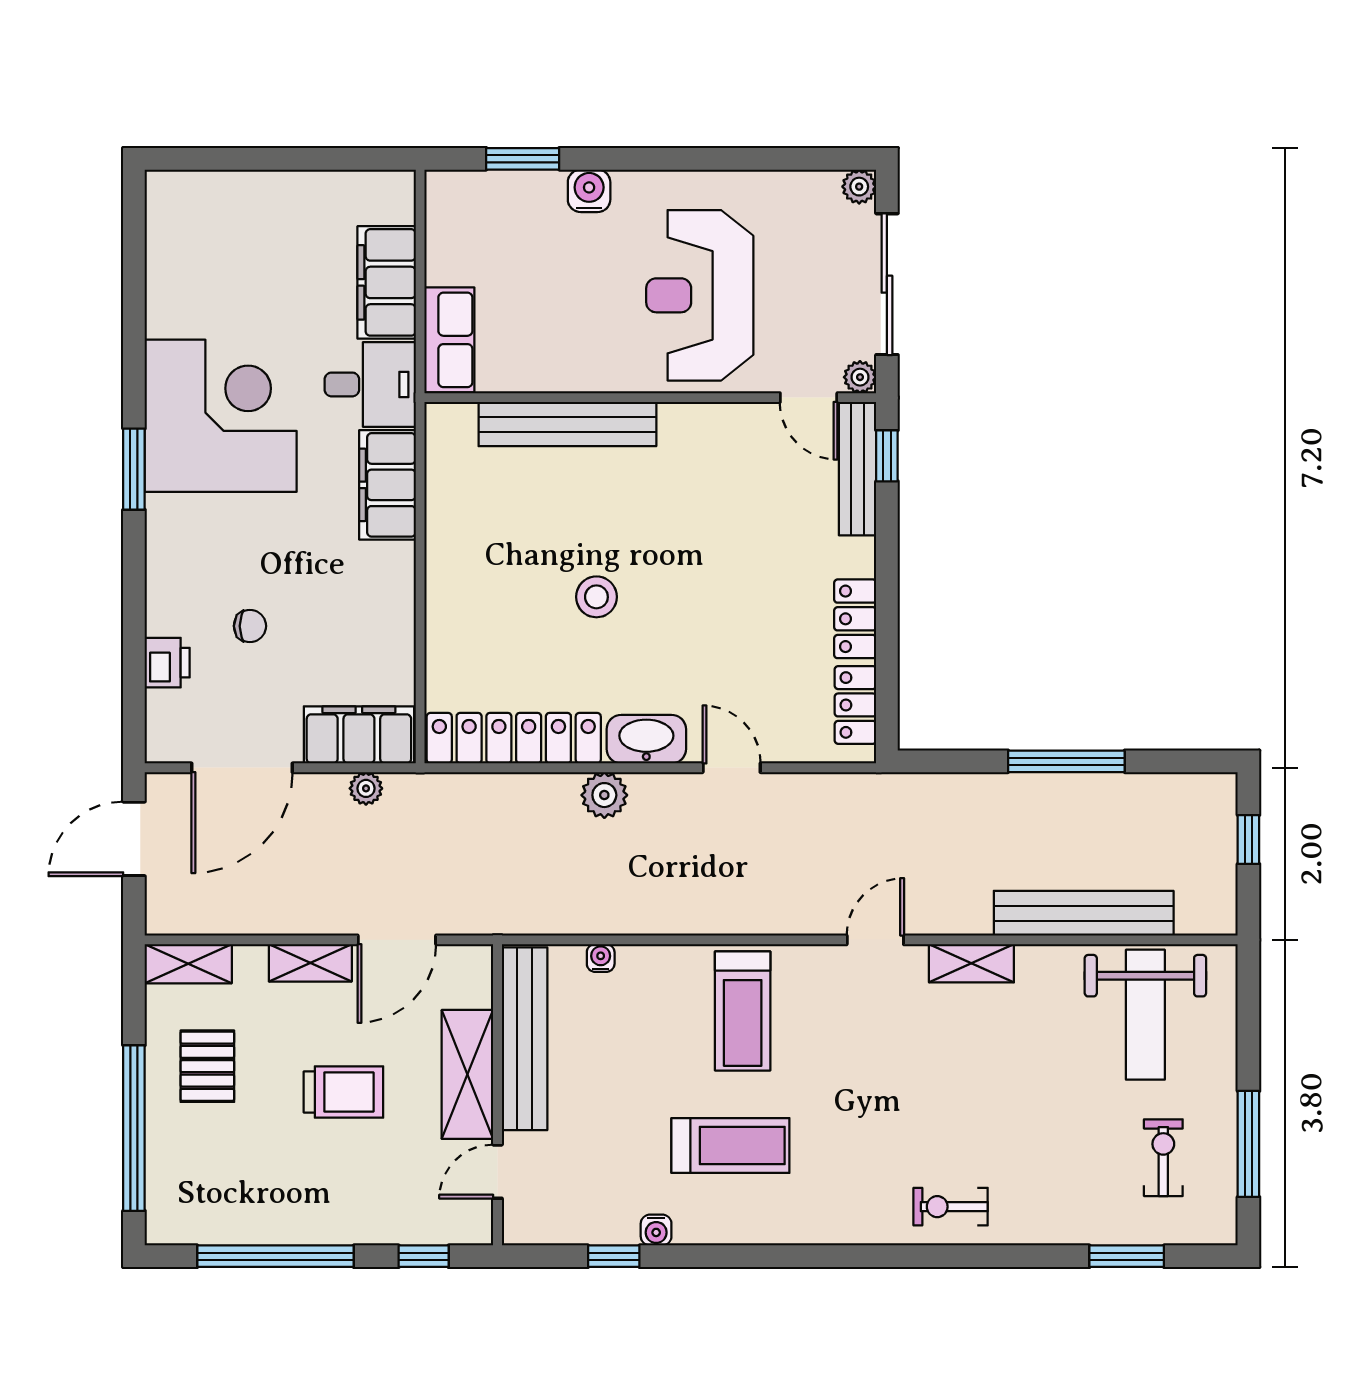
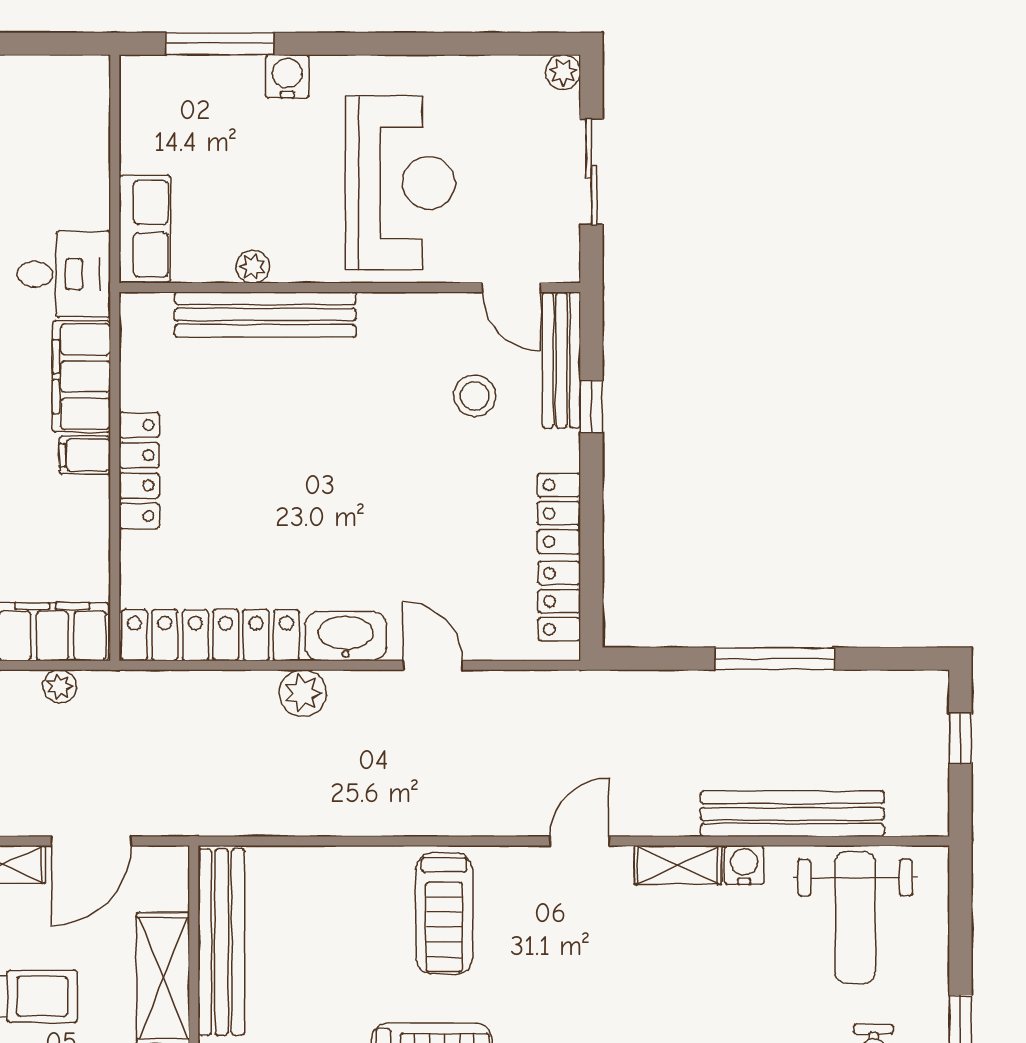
window: (523, 159) -> (220, 44), width x1.44
filing cabinet: (387, 282) -> (85, 455), moved, width x0.33, depth x0.86
sliding door: (887, 284) -> (591, 172), width x0.73
reception desk: (700, 295) -> (400, 183), turned 180
plant: (860, 377) -> (253, 267), moved
window: (887, 456) -> (591, 407), moved
locker: (444, 577) -> (139, 470), added
stool: (596, 597) -> (475, 396), moved
water cooler: (601, 958) -> (744, 865), moved, width x1.38, depth x1.38

